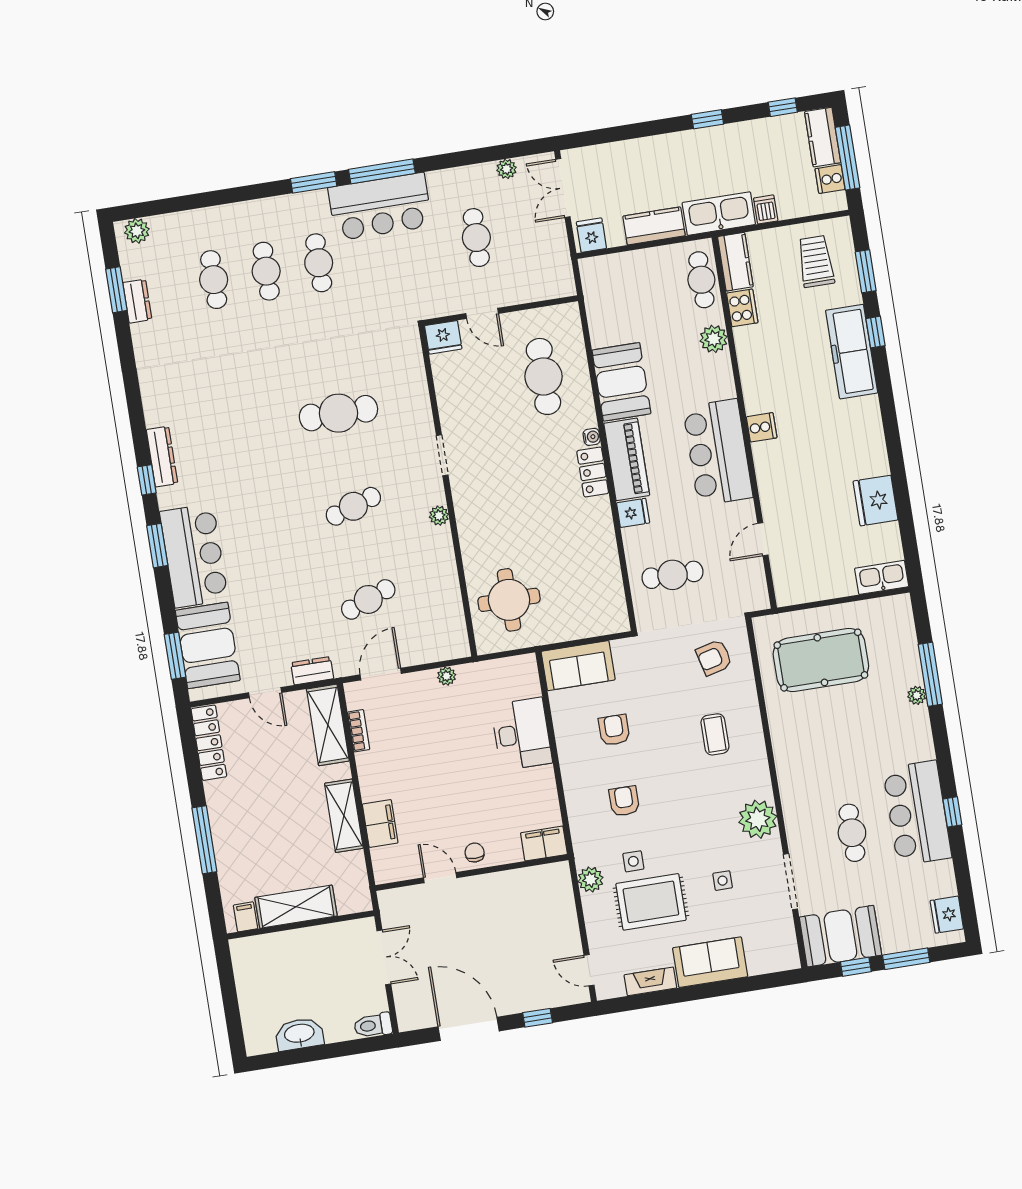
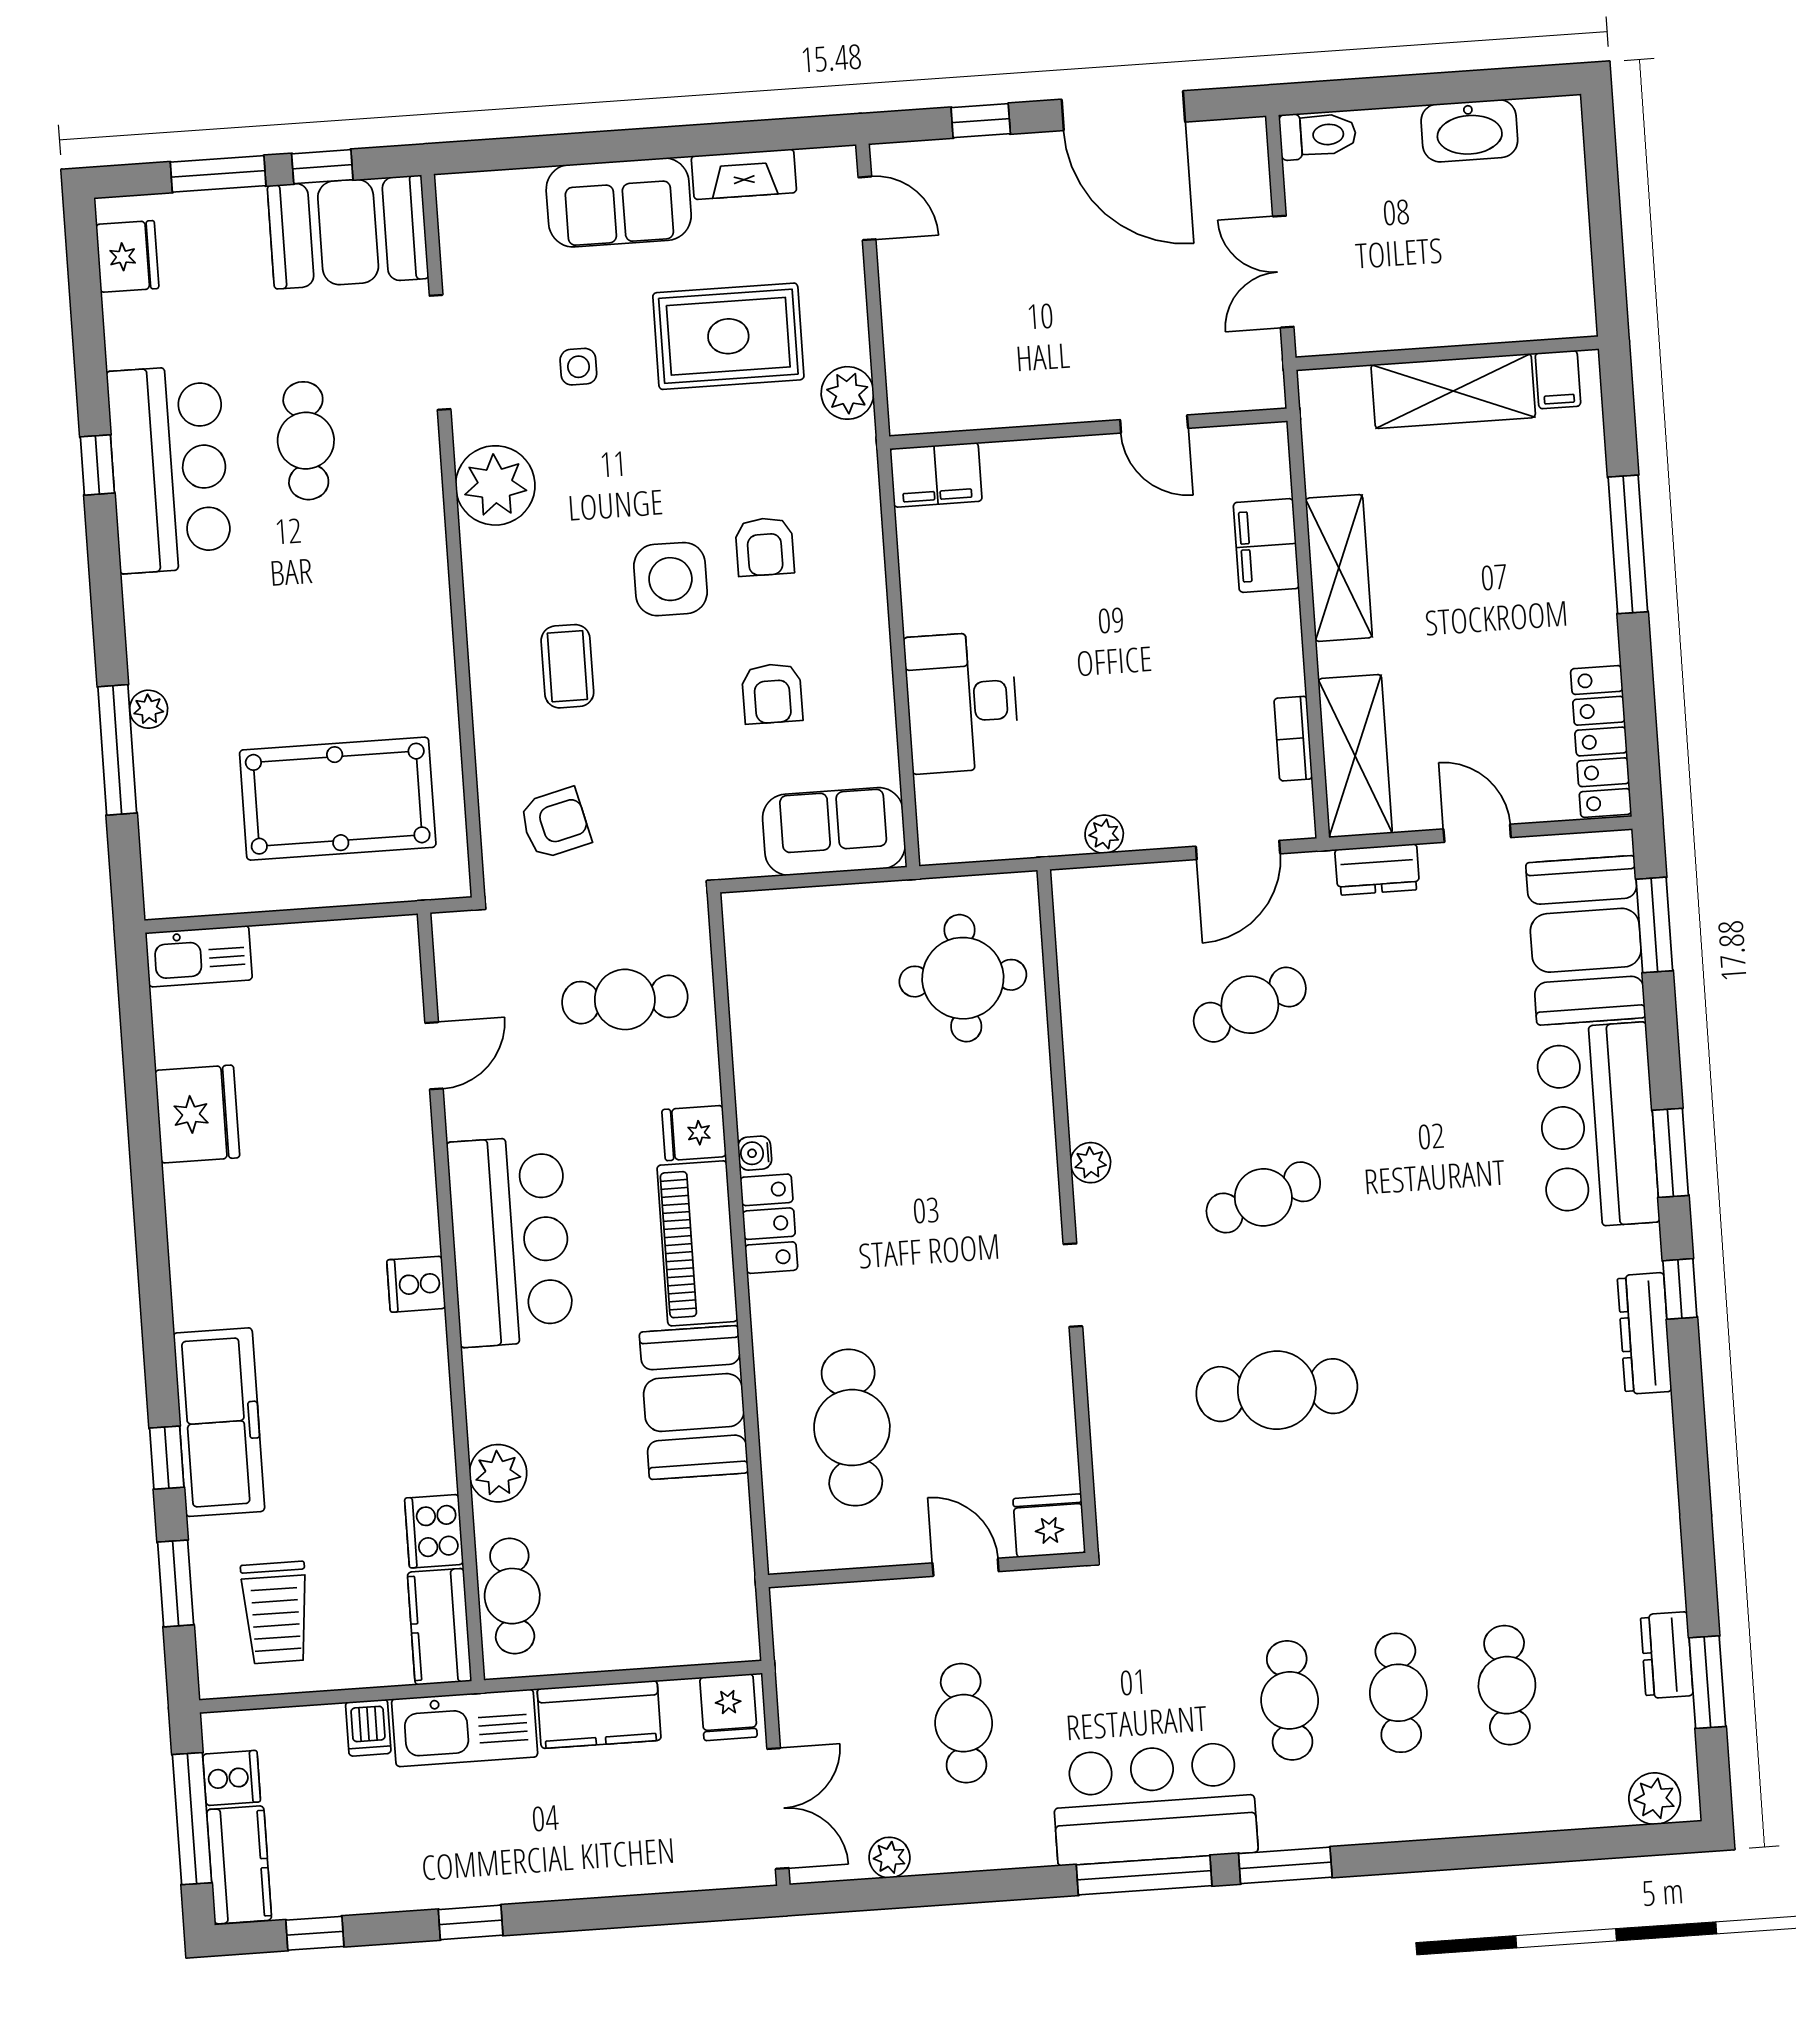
water cooler: (592, 437) -> (755, 1153), moved
chair: (475, 853) -> (1079, 469), removed
side table: (633, 861) -> (670, 579), moved, width x1.87, depth x1.87

